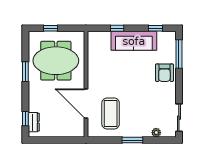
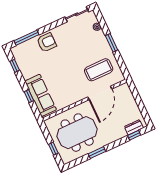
sofa: (134, 41) -> (41, 95), moved
meeting table: (56, 61) -> (77, 133), turned 90

